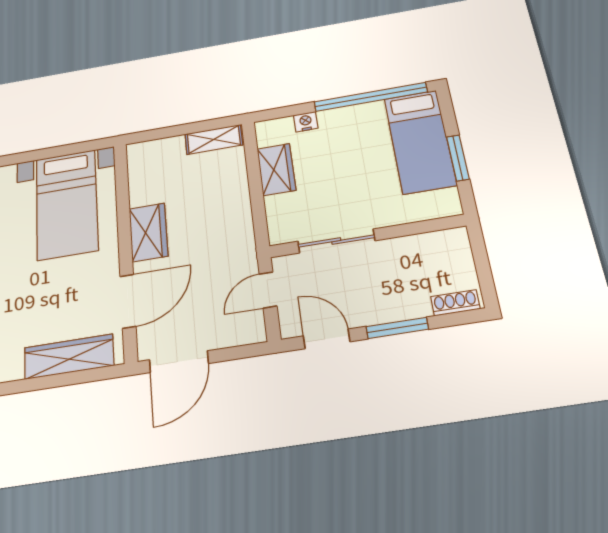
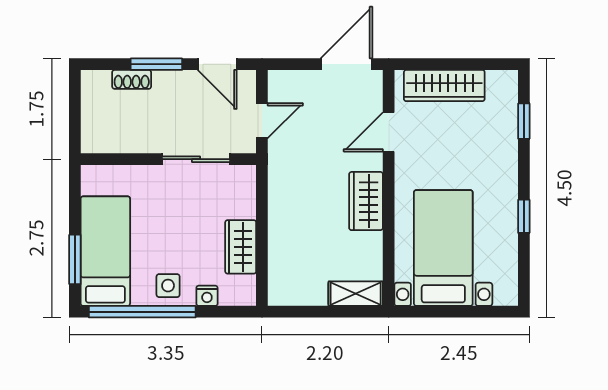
side table: (348, 123) -> (168, 286), added
shelving: (214, 139) -> (356, 294), moved
window: (458, 158) -> (75, 259), moved
door: (128, 301) -> (389, 132), width x0.73
shoe rack: (455, 303) -> (132, 79), moved

